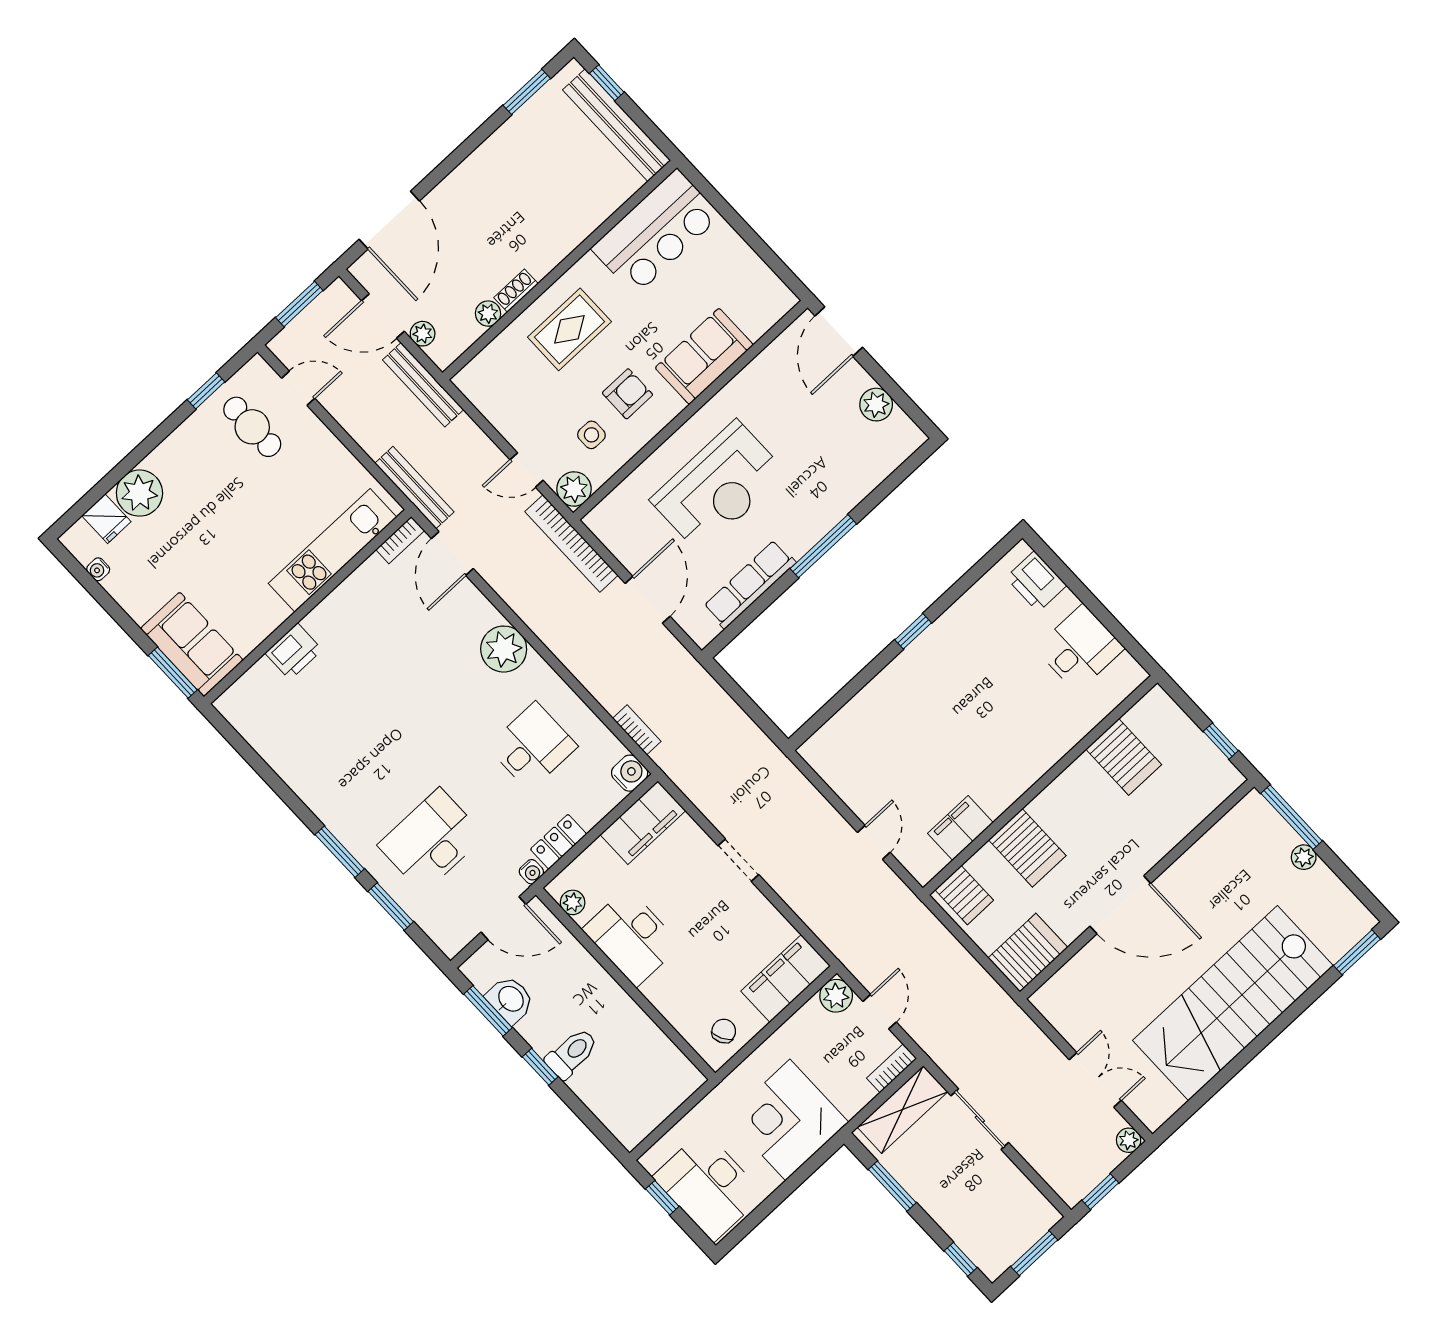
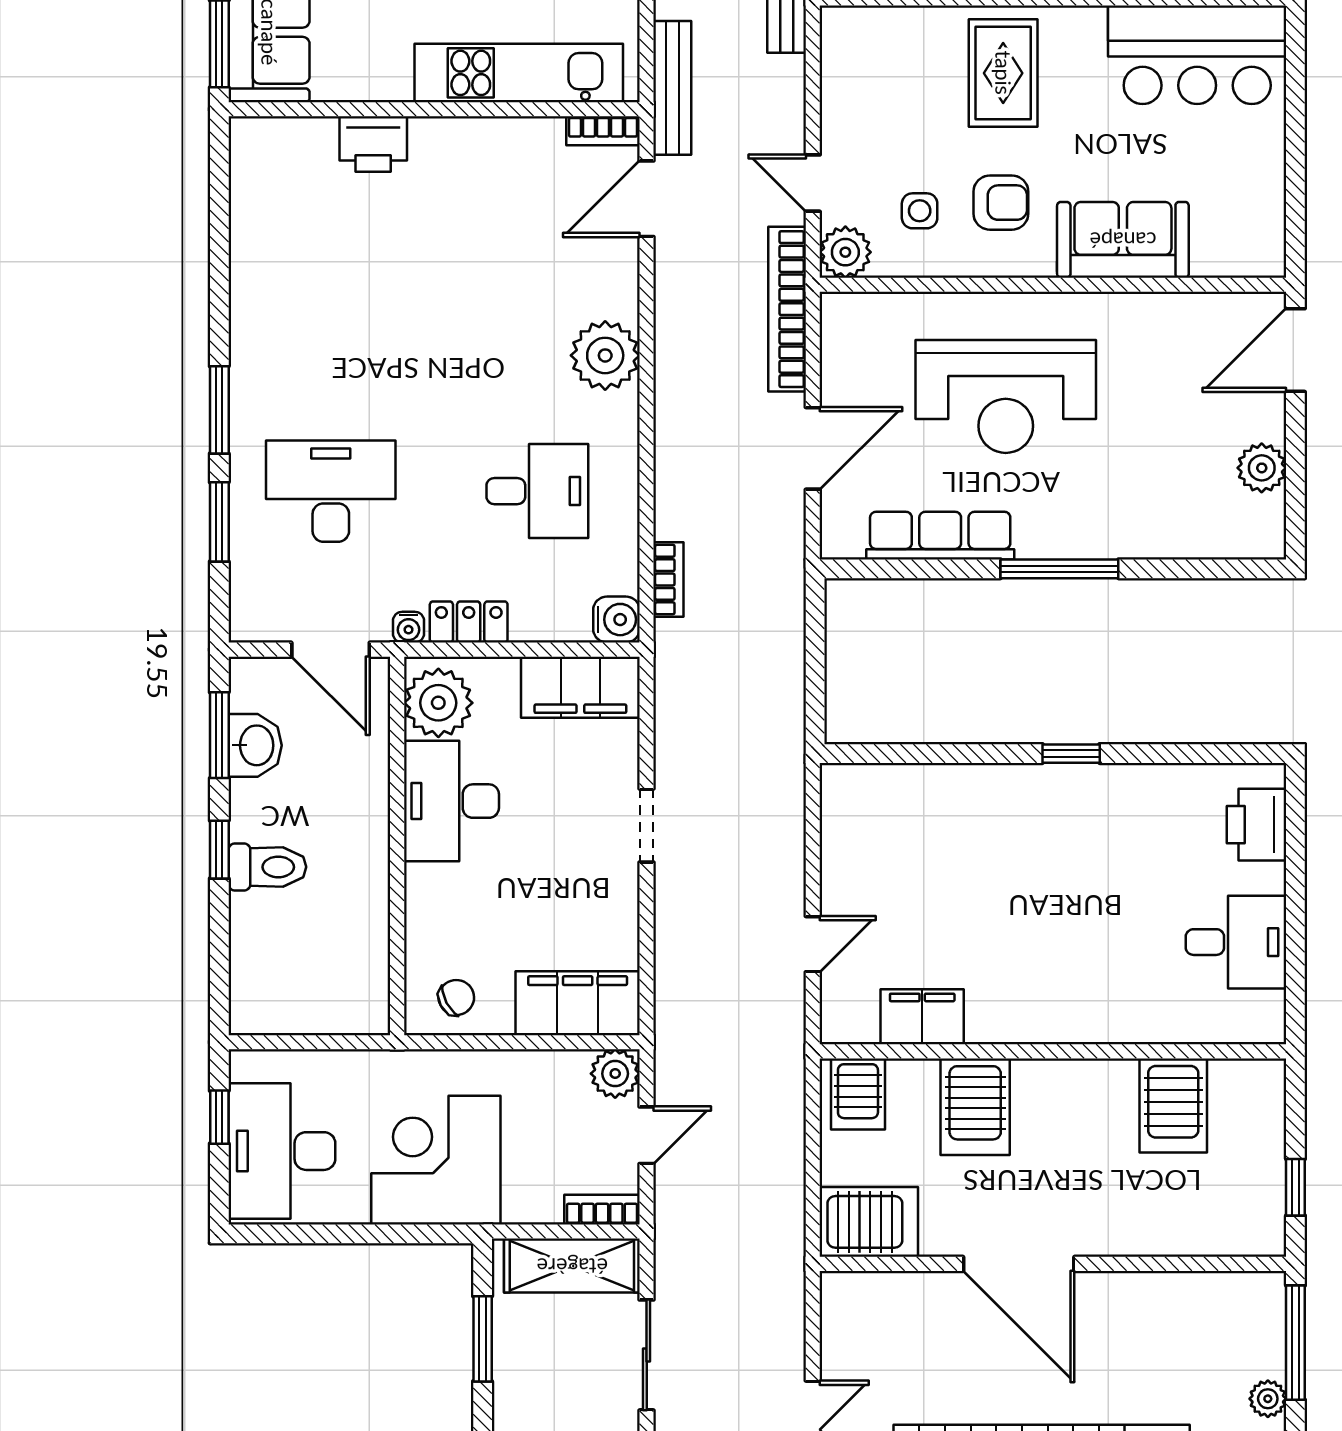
rug: (569, 329) -> (1003, 73), turned 90
plant: (573, 902) -> (438, 703), width x1.88, depth x1.88

